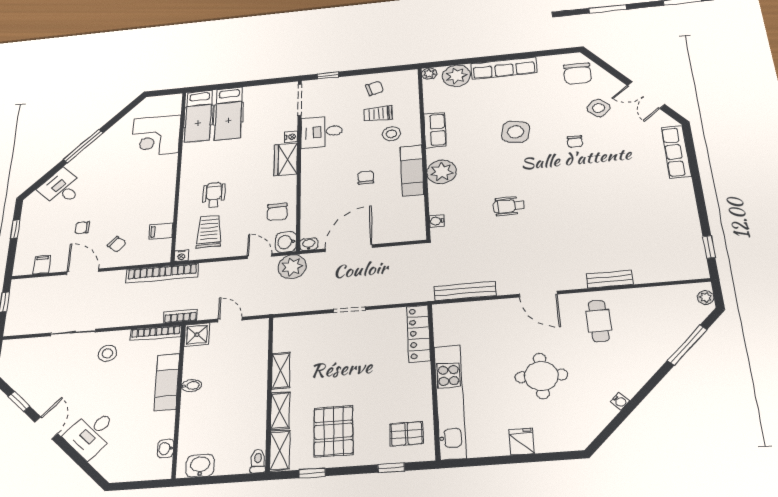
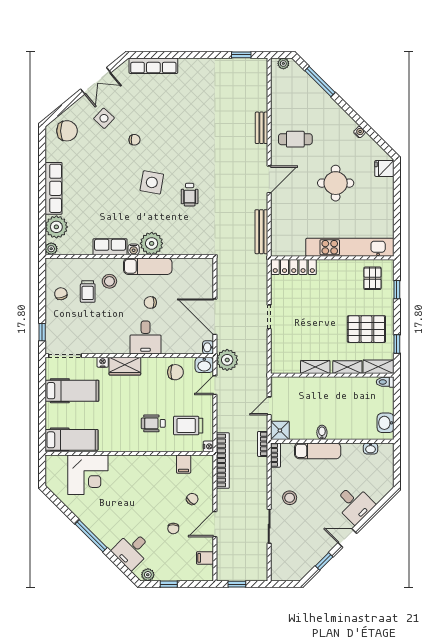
hospital bed: (229, 113) -> (72, 391), moved
desk: (321, 132) -> (146, 337), moved
side table: (516, 132) -> (152, 182), moved
plant: (30, 207) -> (148, 575), added
water cooler: (437, 221) -> (134, 249), moved
bookcase: (156, 333) -> (276, 455), width x0.64
fridge: (522, 442) -> (384, 168), moved

